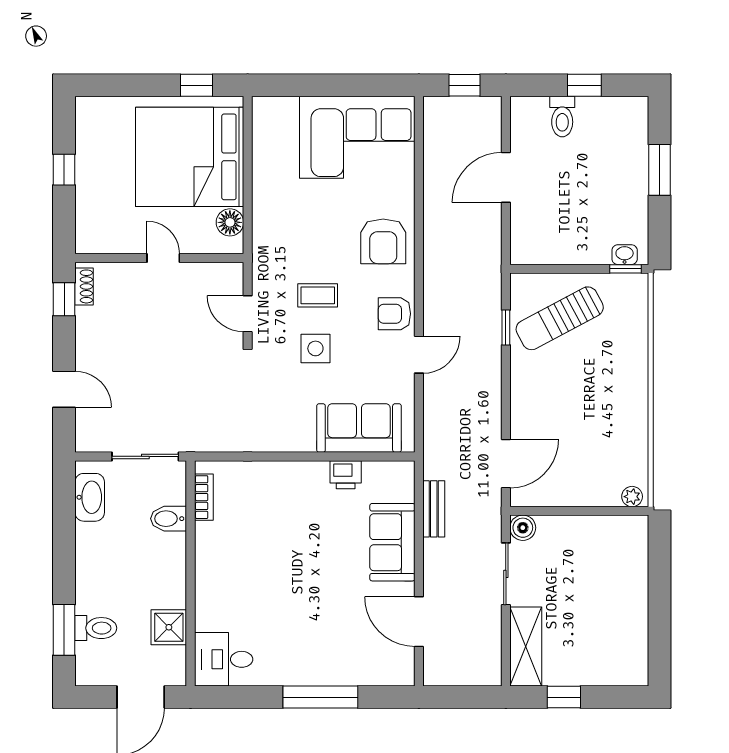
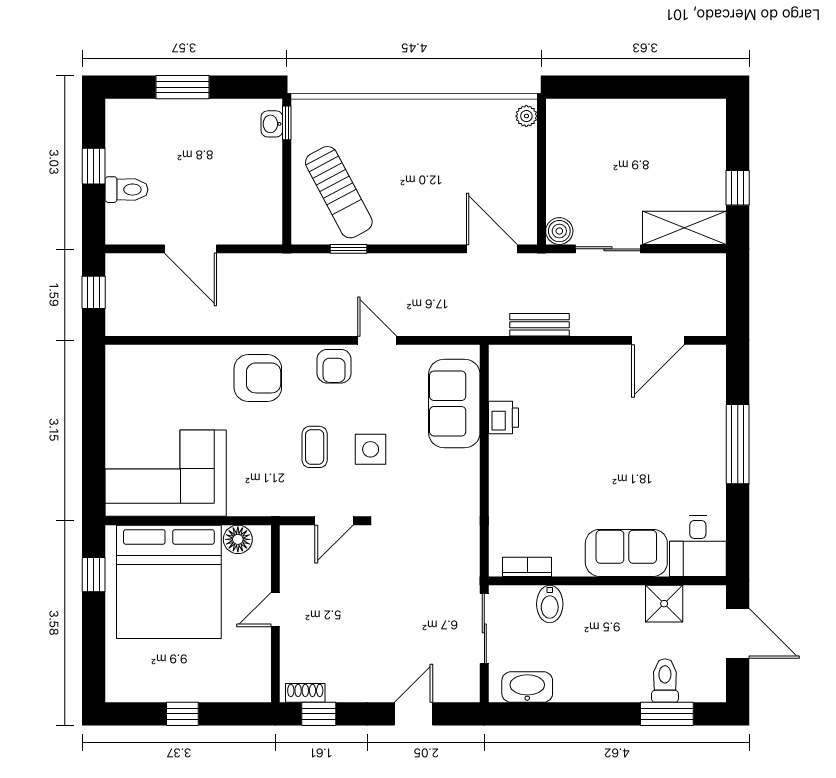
corner sofa: (357, 137) -> (166, 473), moved, turned -90
sofa: (392, 542) -> (626, 553), moved, turned 180

